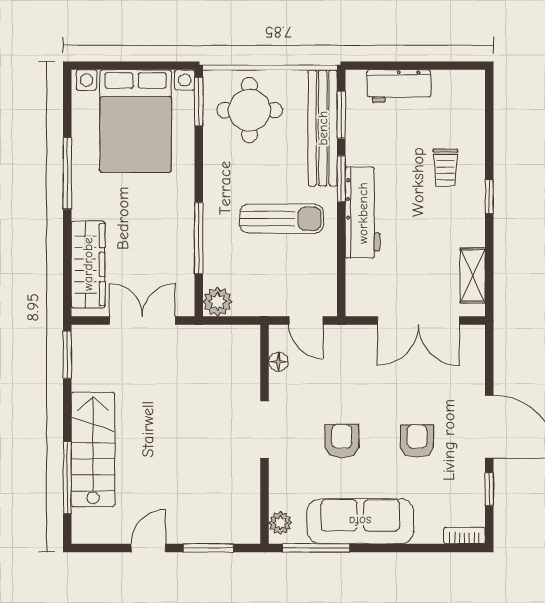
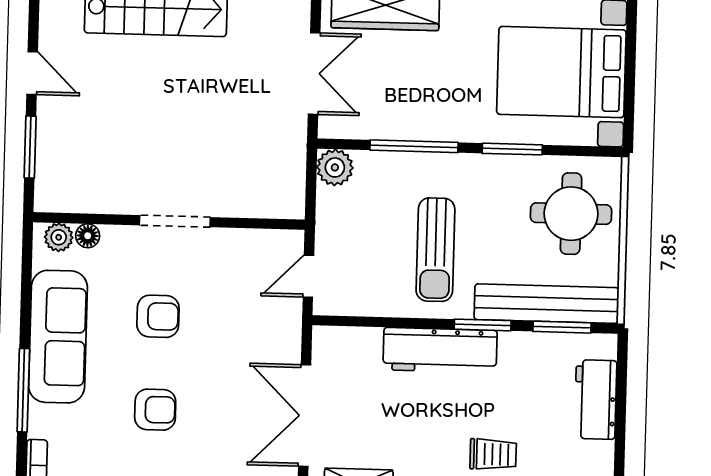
window: (199, 102) -> (512, 149), moved
trolley: (445, 167) -> (493, 454), turned 180
floor lamp: (278, 362) -> (88, 236), moved
window: (316, 548) -> (23, 390), moved

